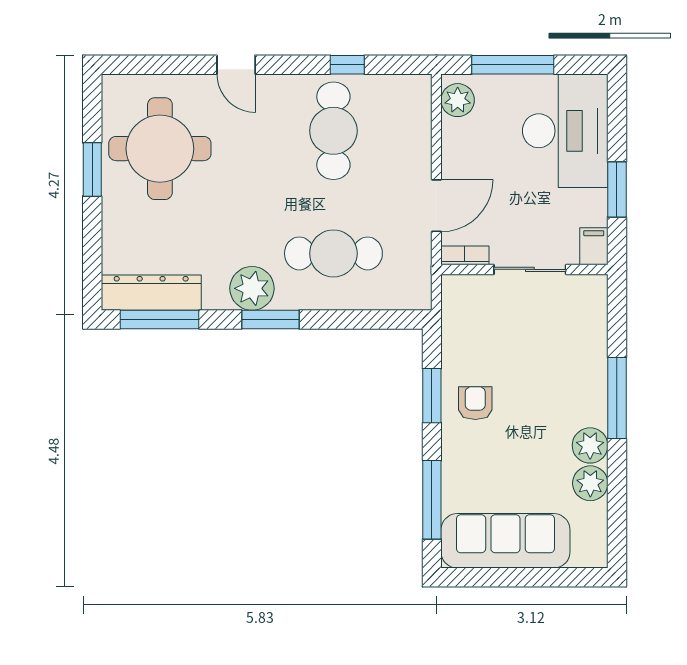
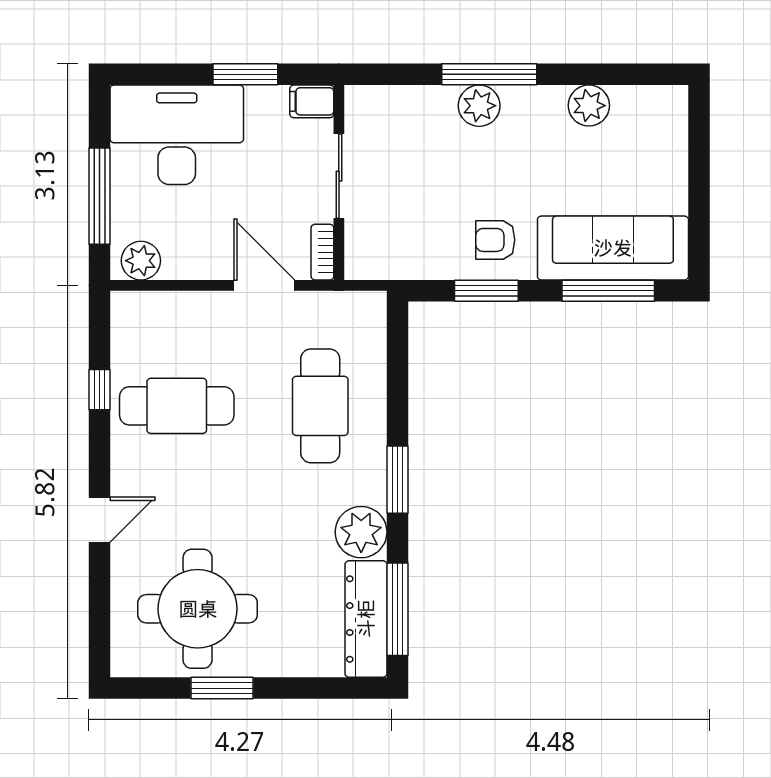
plant: (252, 288) -> (361, 532), moved
plant: (590, 445) -> (479, 106), moved
sofa: (505, 541) -> (613, 248), moved, turned 90

